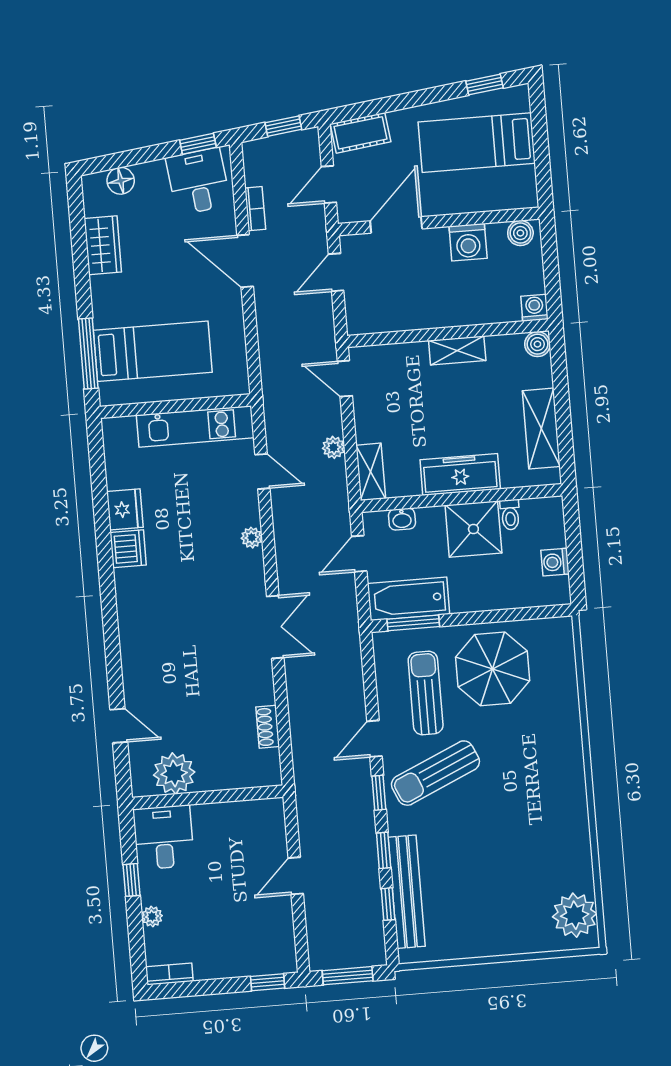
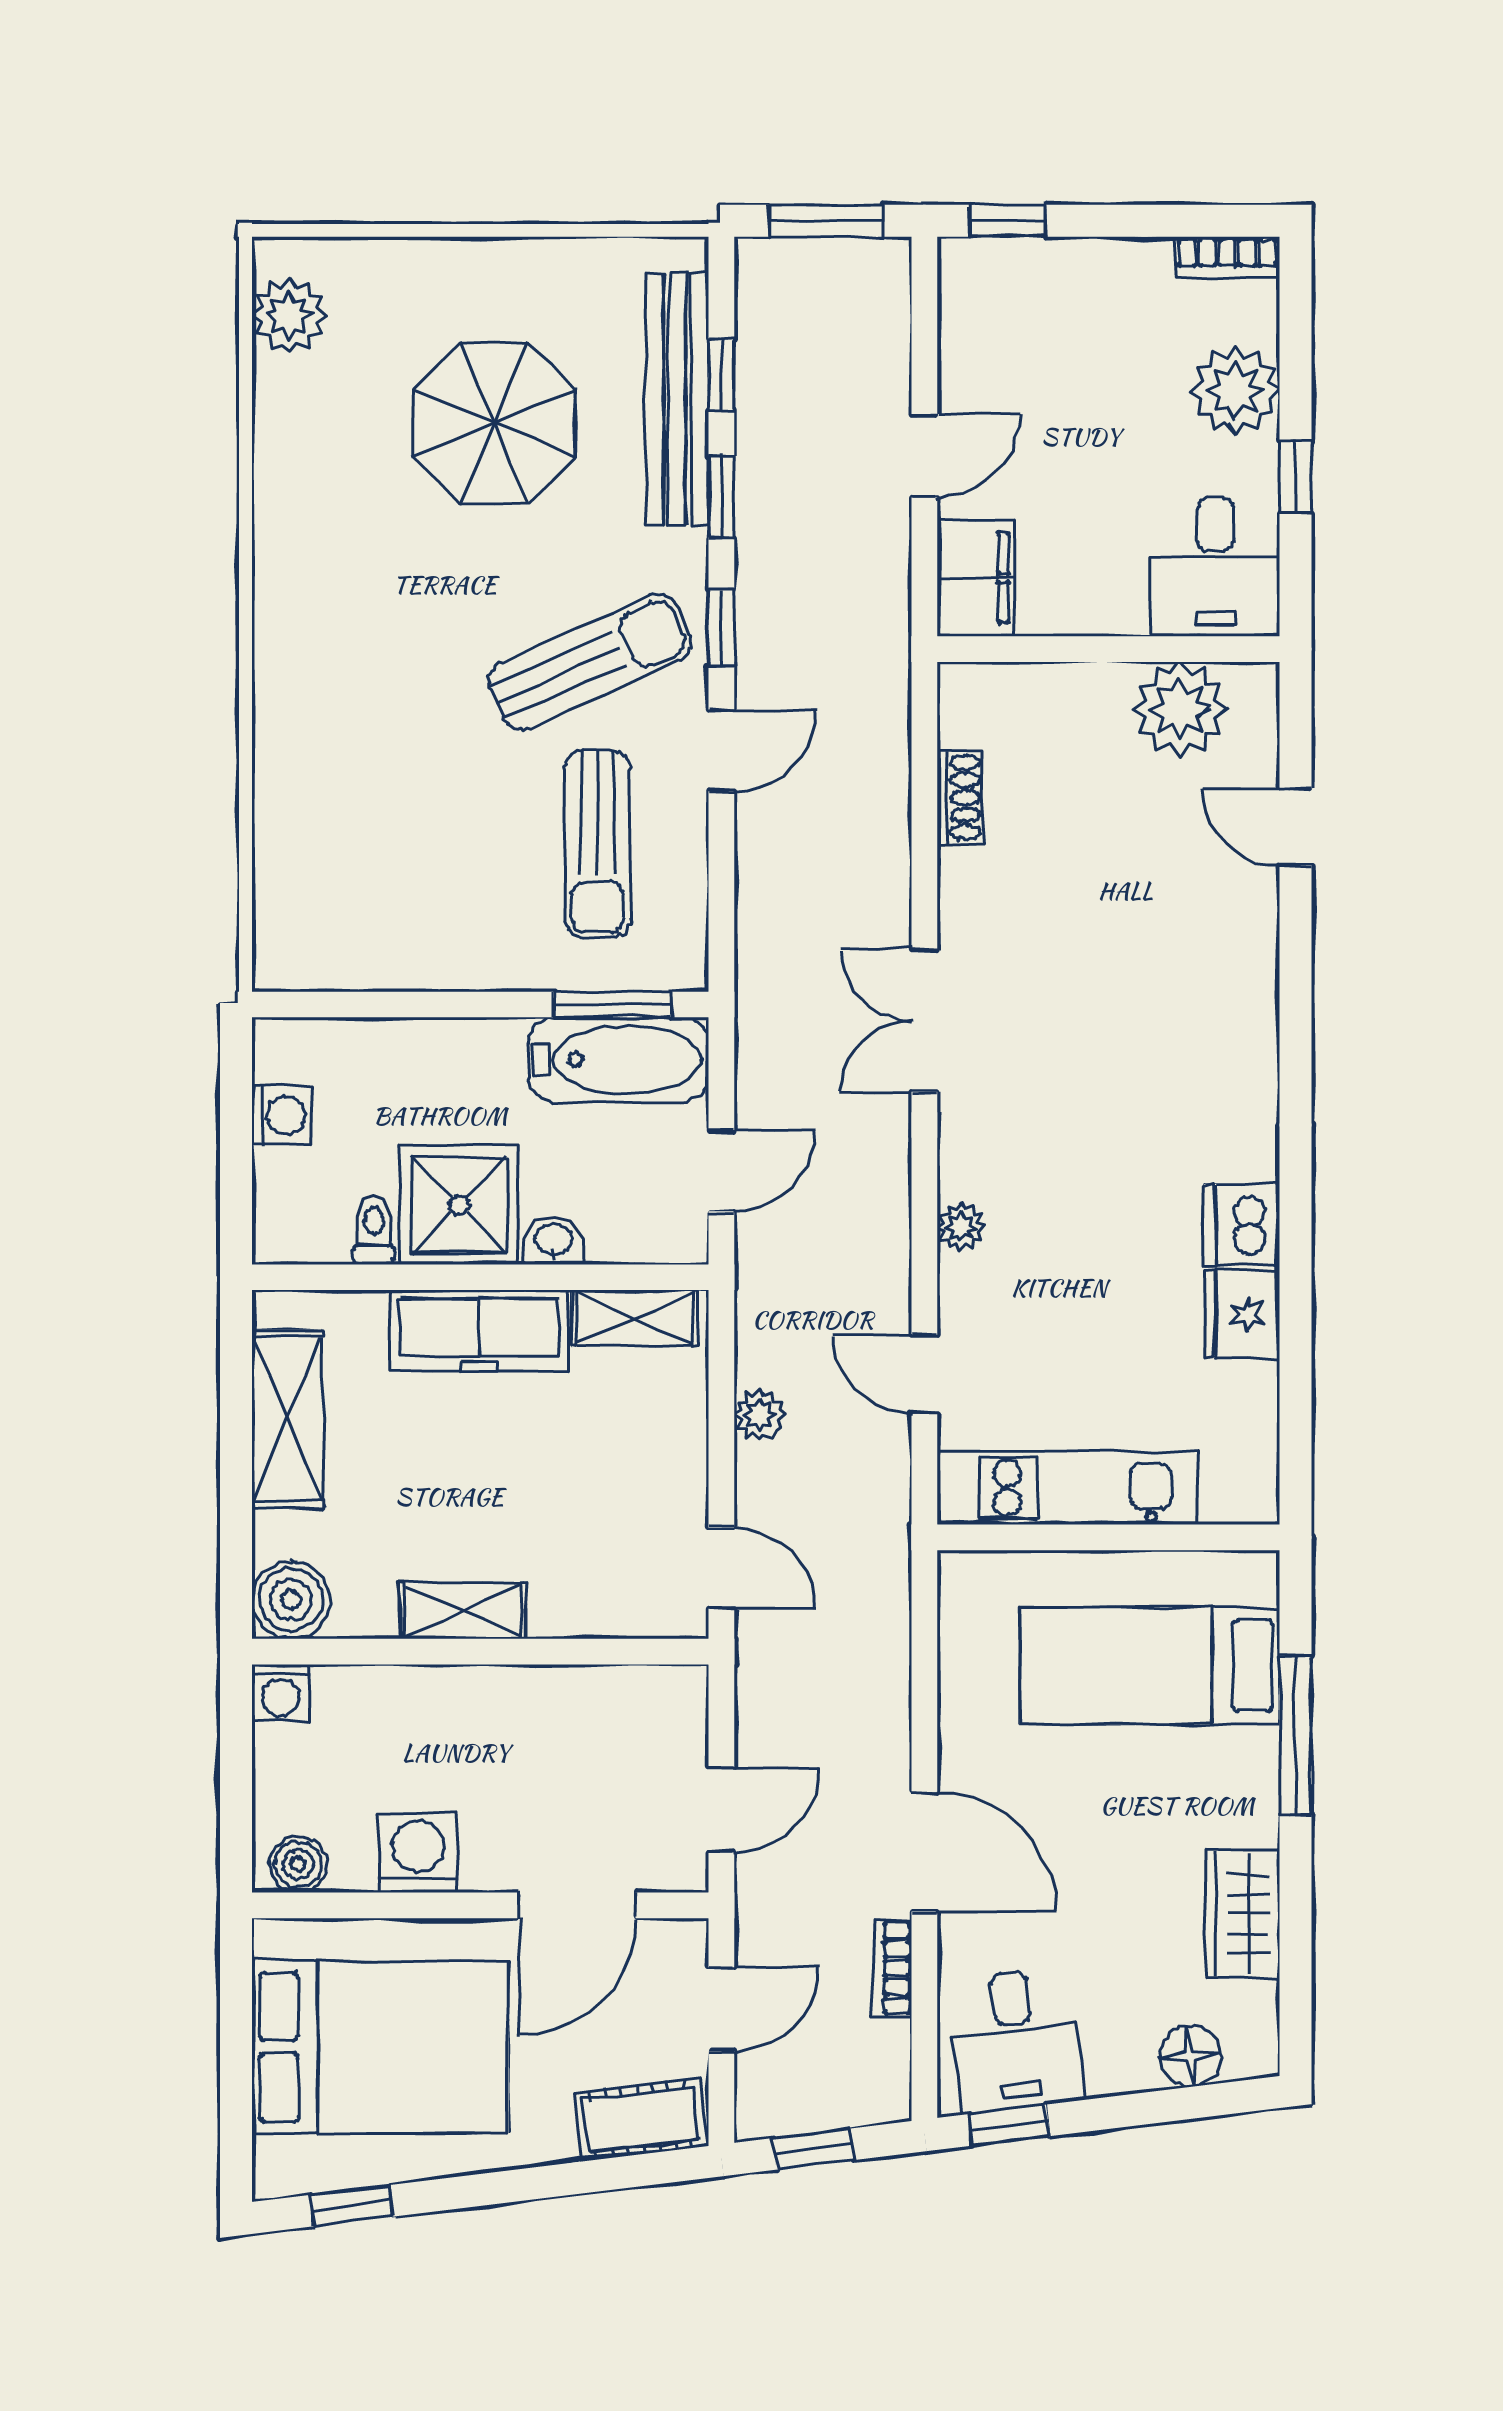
bed: (477, 143) -> (380, 2047), width x1.50
boiler: (537, 344) -> (291, 1600), width x1.36, depth x1.36
window: (88, 354) -> (1296, 1735), moved
shelving: (371, 472) -> (635, 1318), moved, turned 90
washbasin: (402, 519) -> (553, 1241), moved
parasol: (493, 669) -> (494, 423), moved
filing cabinet: (269, 824) -> (976, 578), added
plant: (575, 915) -> (289, 315), width x0.73, depth x0.73
plant: (152, 917) -> (1235, 391), width x1.87, depth x1.87

